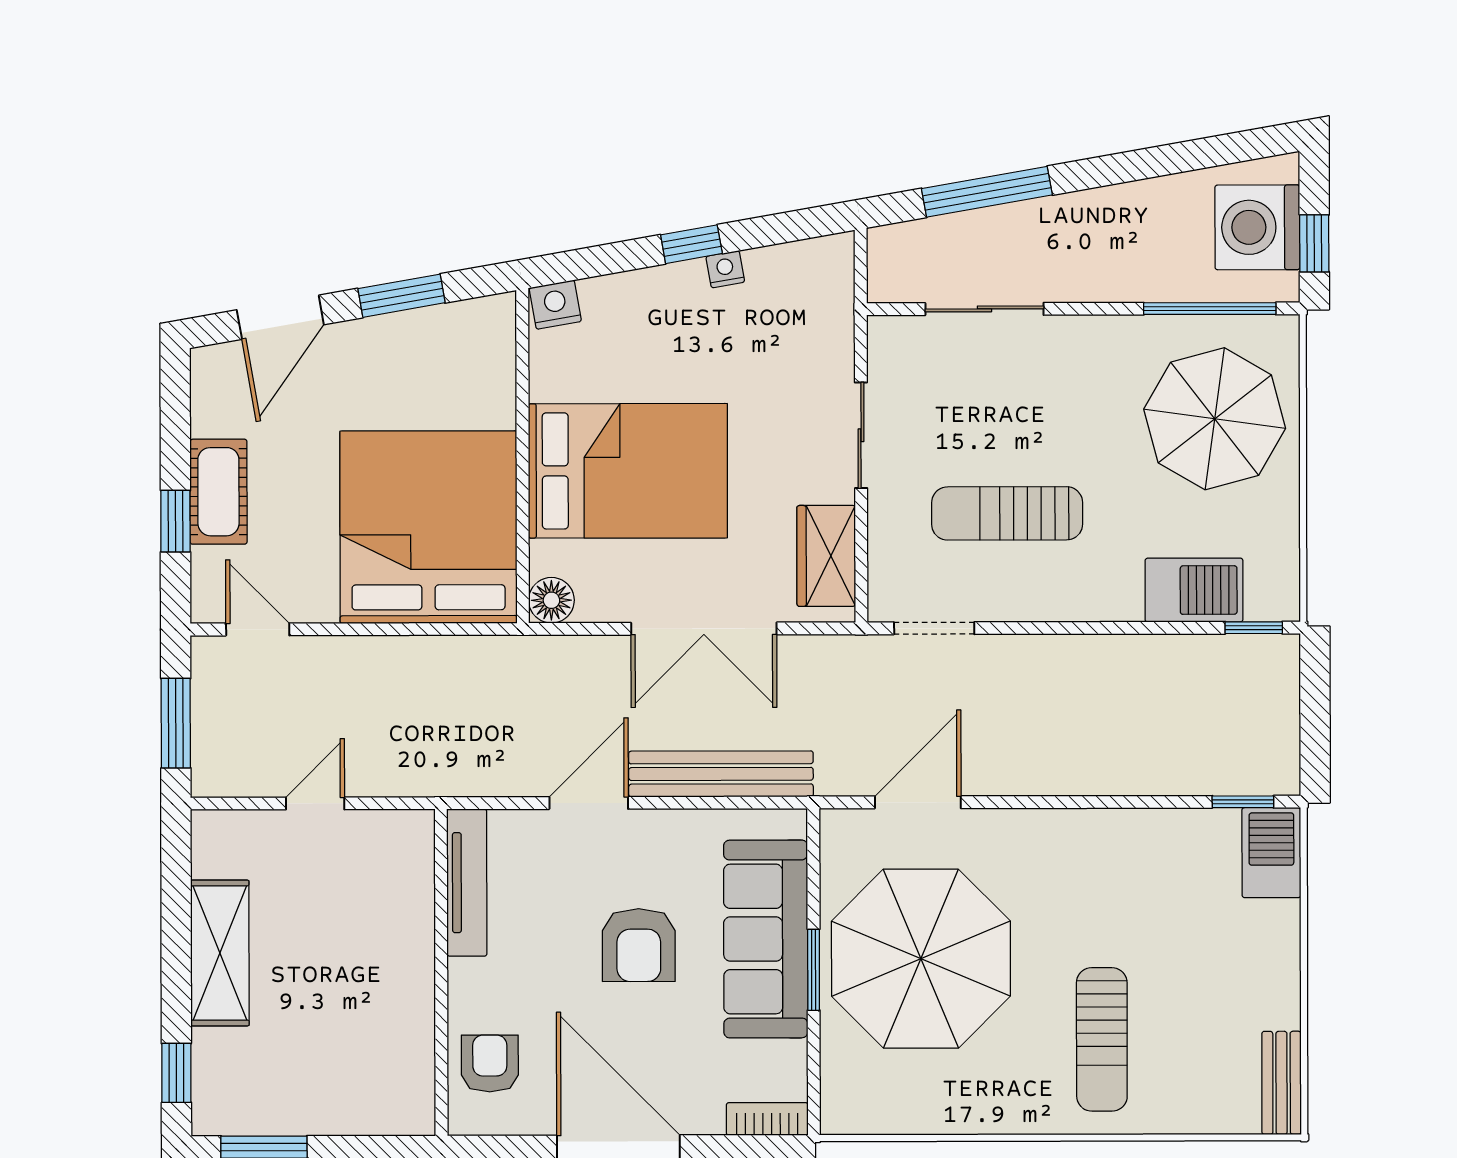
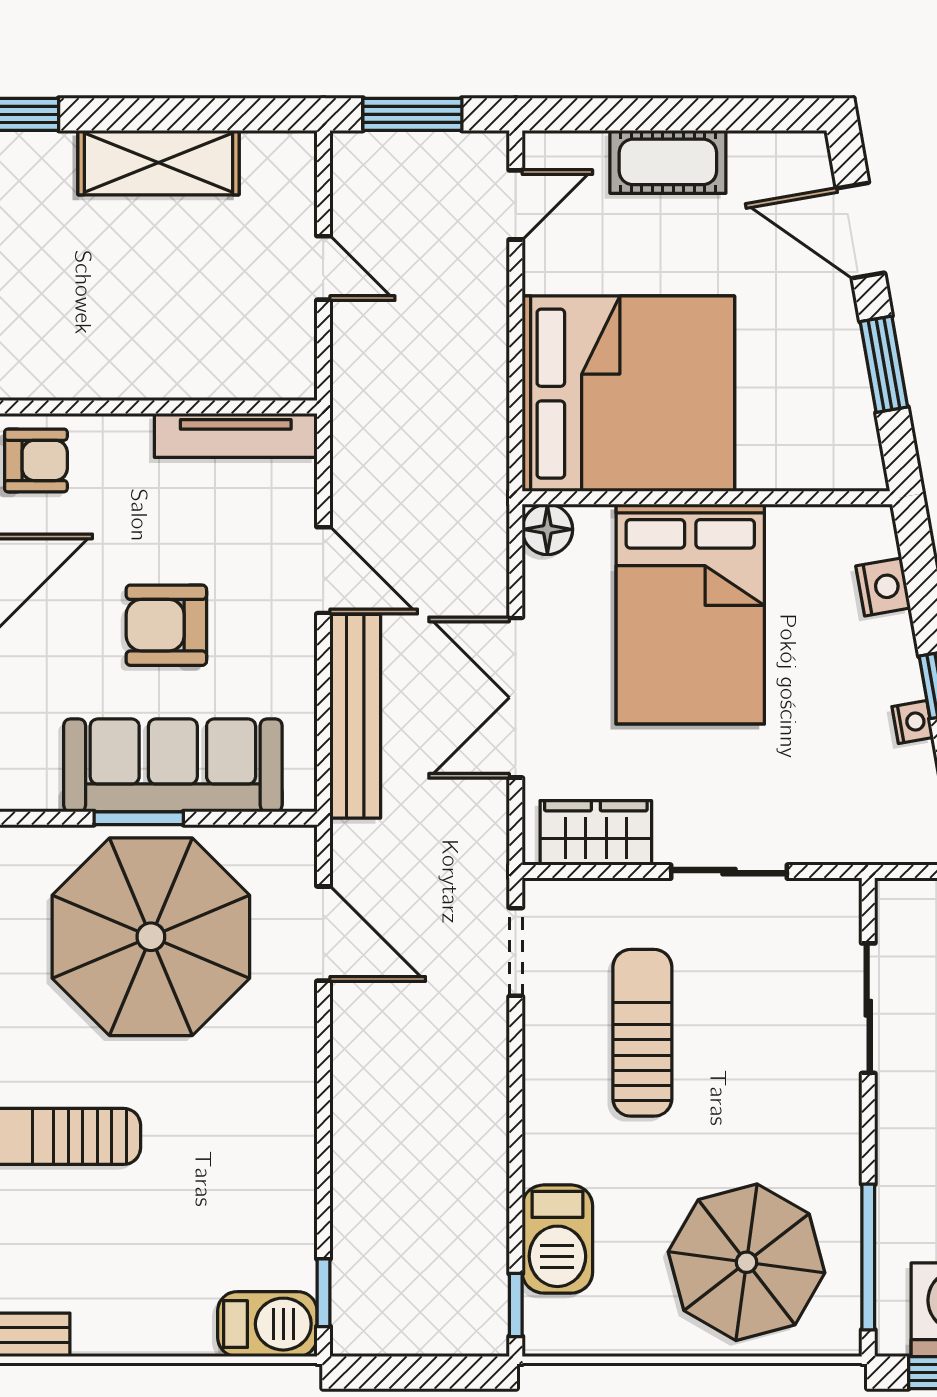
nightstand: (555, 305) -> (883, 587), moved
window: (175, 521) -> (635, 114), removed

